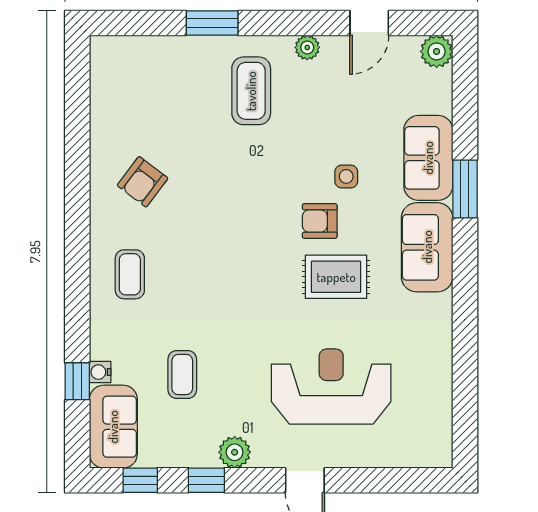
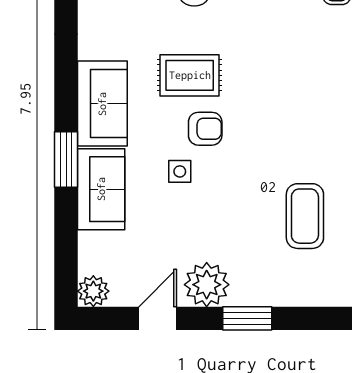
window: (212, 23) -> (247, 318), moved
plant: (307, 47) -> (207, 285), width x1.88, depth x1.88
coffee table: (251, 91) -> (305, 216), moved

